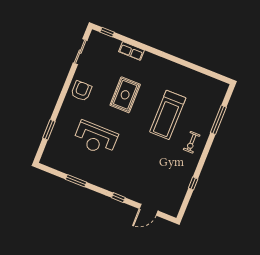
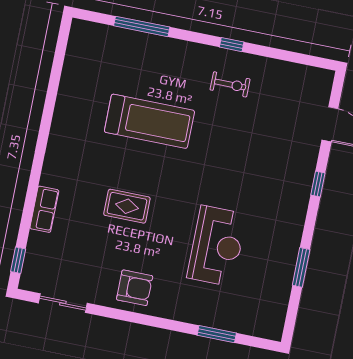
armchair: (81, 91) -> (135, 288), turned 180
rug: (125, 95) -> (127, 206), width x0.73, depth x0.70
exercise bike: (192, 142) -> (230, 84), moved
window: (193, 183) -> (232, 45), moved

